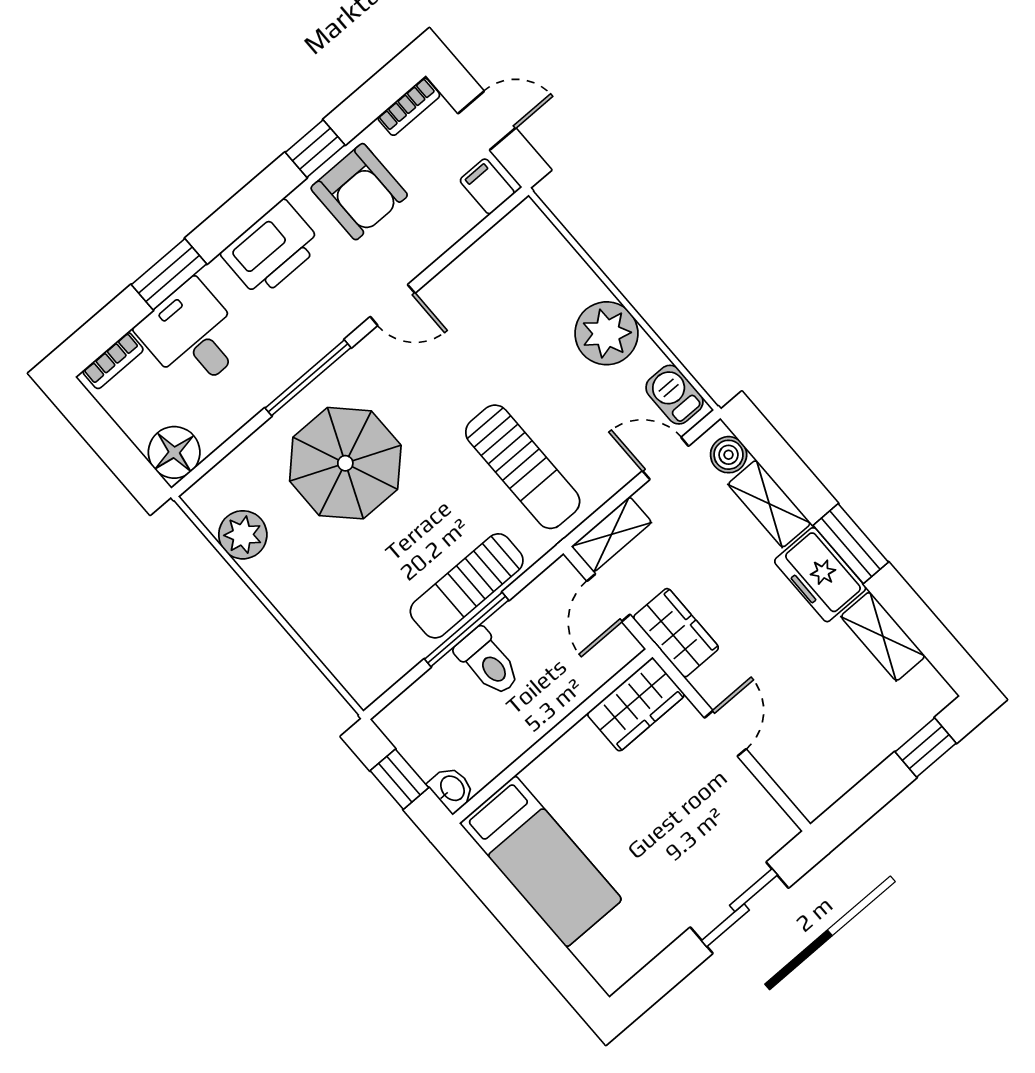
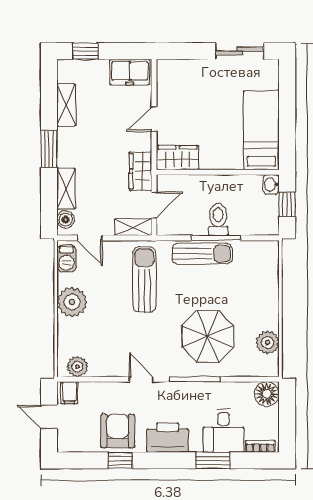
bookcase: (409, 107) -> (73, 446), removed
plant: (510, 238) -> (77, 367), added
freezer: (820, 575) -> (130, 72), moved, turned 90
sliding door: (739, 908) -> (240, 51), moved

